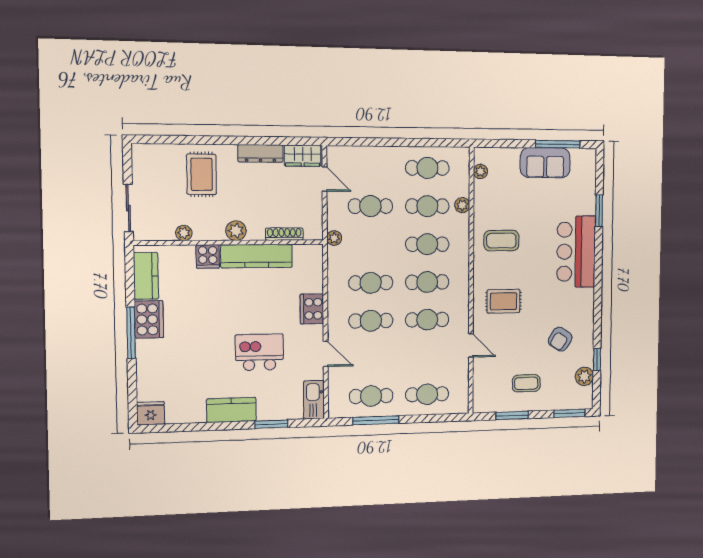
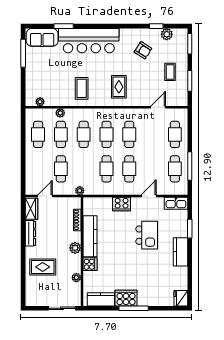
sofa: (545, 163) -> (42, 37), moved, turned 90
bar counter: (576, 252) -> (89, 41), width x1.36
door: (471, 345) -> (158, 107), moved
kitchen island: (259, 352) -> (147, 235), turned 180

